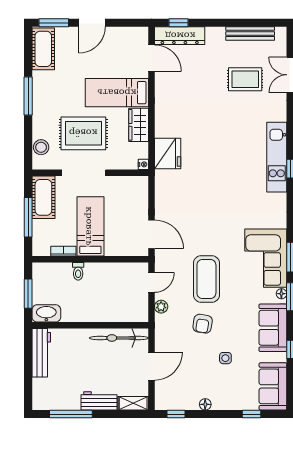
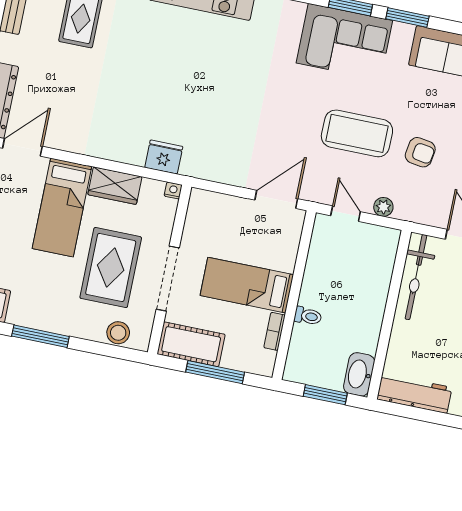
fridge: (168, 154) -> (164, 157), width x0.73, depth x0.75
floor lamp: (281, 294) -> (400, 30), removed

